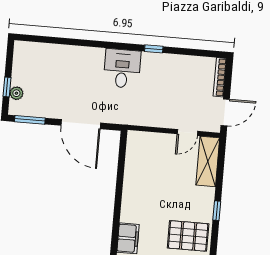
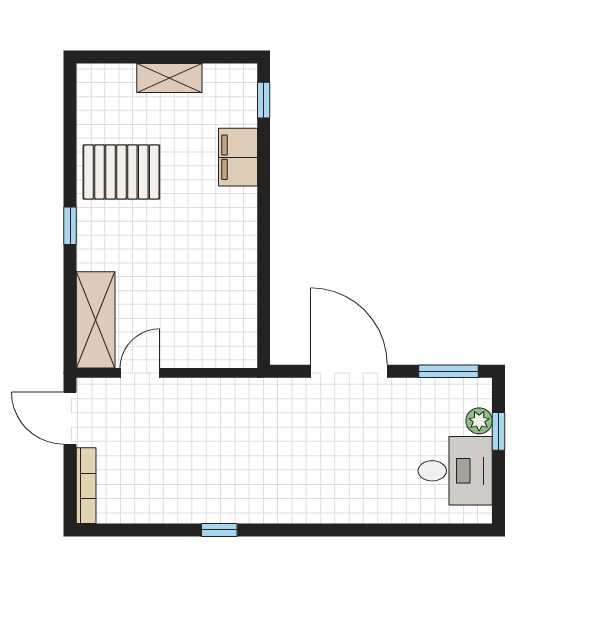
desk: (122, 68) -> (455, 471), moved, turned -90
door: (225, 112) -> (70, 418), hinge flipped

